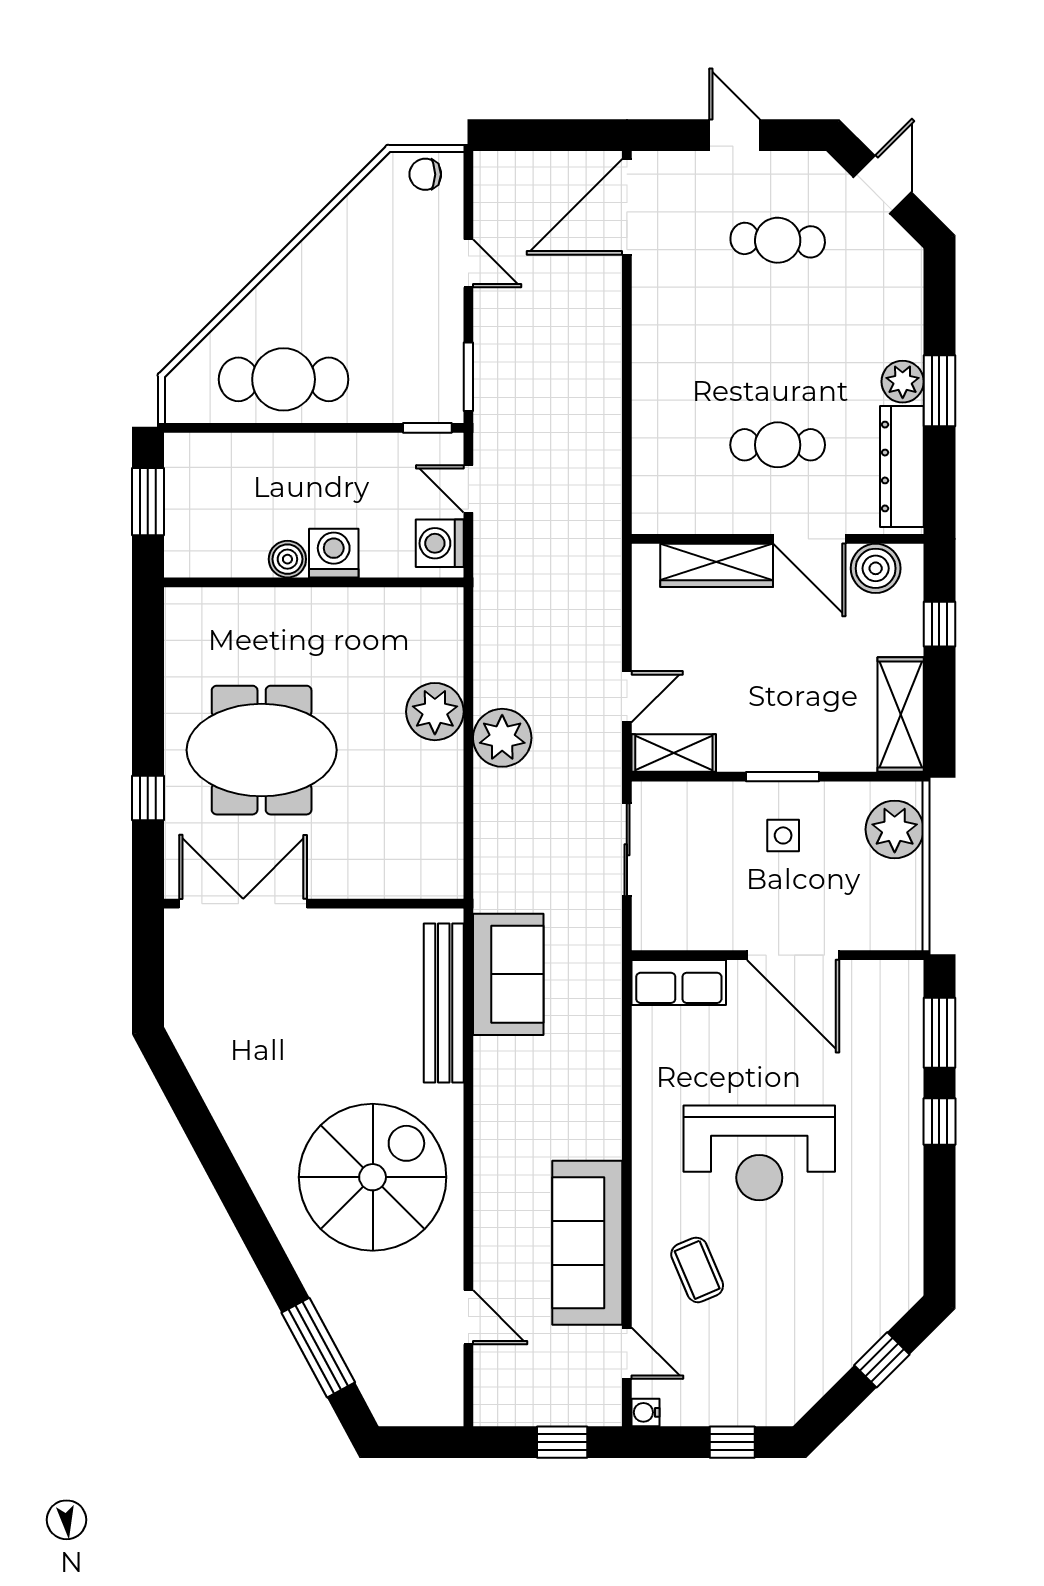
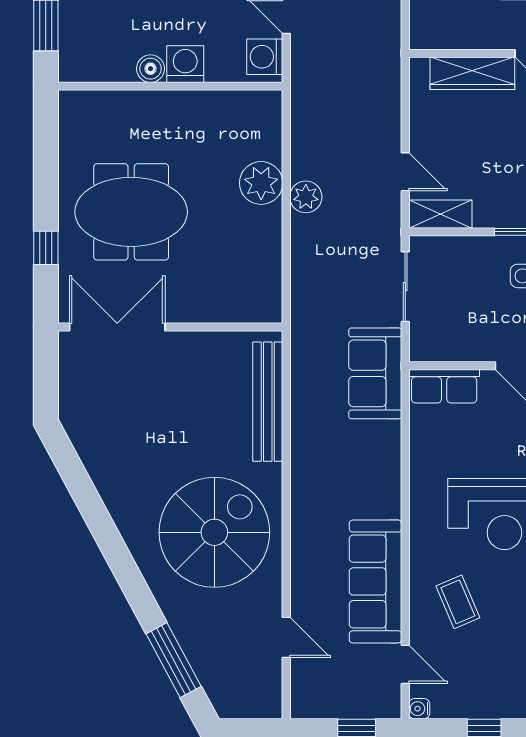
door: (627, 697) -> (405, 172), hinge flipped
plant: (502, 738) -> (306, 197), width x0.73, depth x0.73
sofa: (508, 974) -> (375, 373), moved, turned 180

